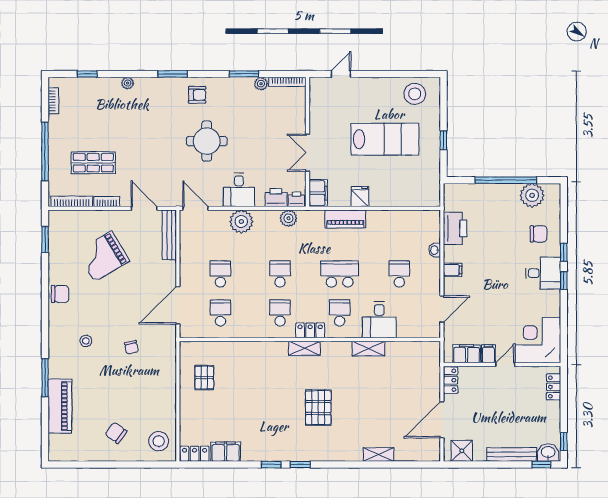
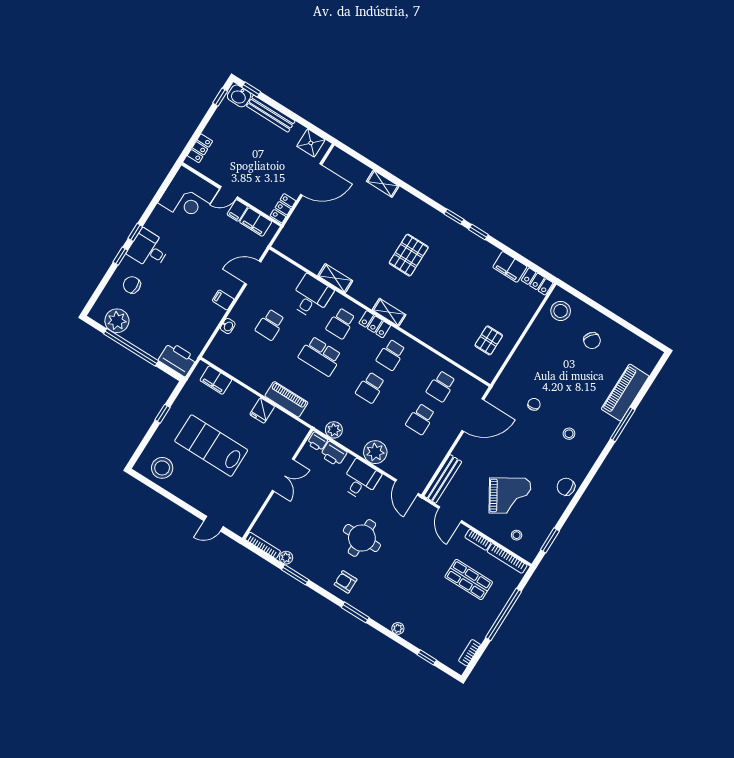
filing cabinet: (318, 193) -> (216, 380), moved, turned -90
stool: (76, 226) -> (517, 535), added
printer: (455, 228) -> (178, 359), moved, turned 90

